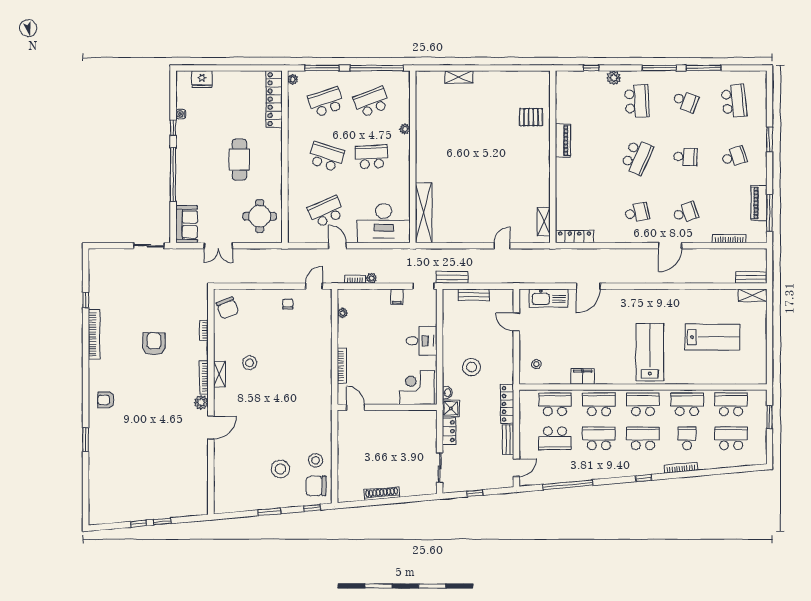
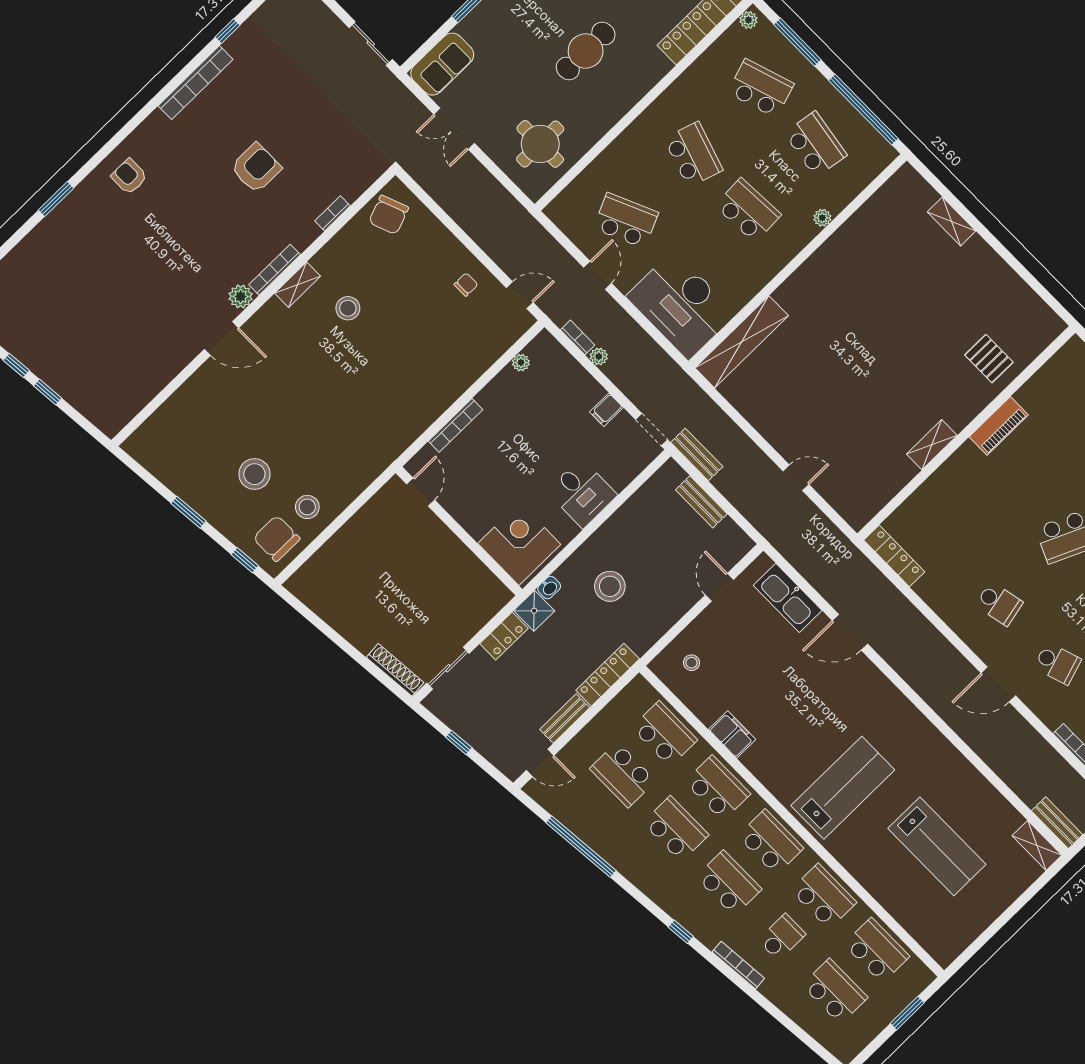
school desk: (372, 102) -> (815, 144), turned 30
shelving: (544, 222) -> (932, 445), moved
shoe rack: (382, 494) -> (395, 670), moved

